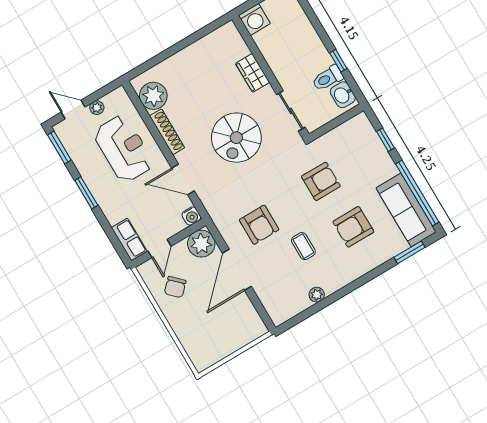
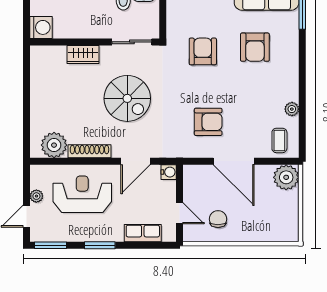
row of seats: (129, 240) -> (143, 233), moved
plant: (201, 244) -> (286, 177), moved
coffee table: (303, 246) -> (279, 140), moved, turned 90
chair: (175, 287) -> (218, 219), turned -135

